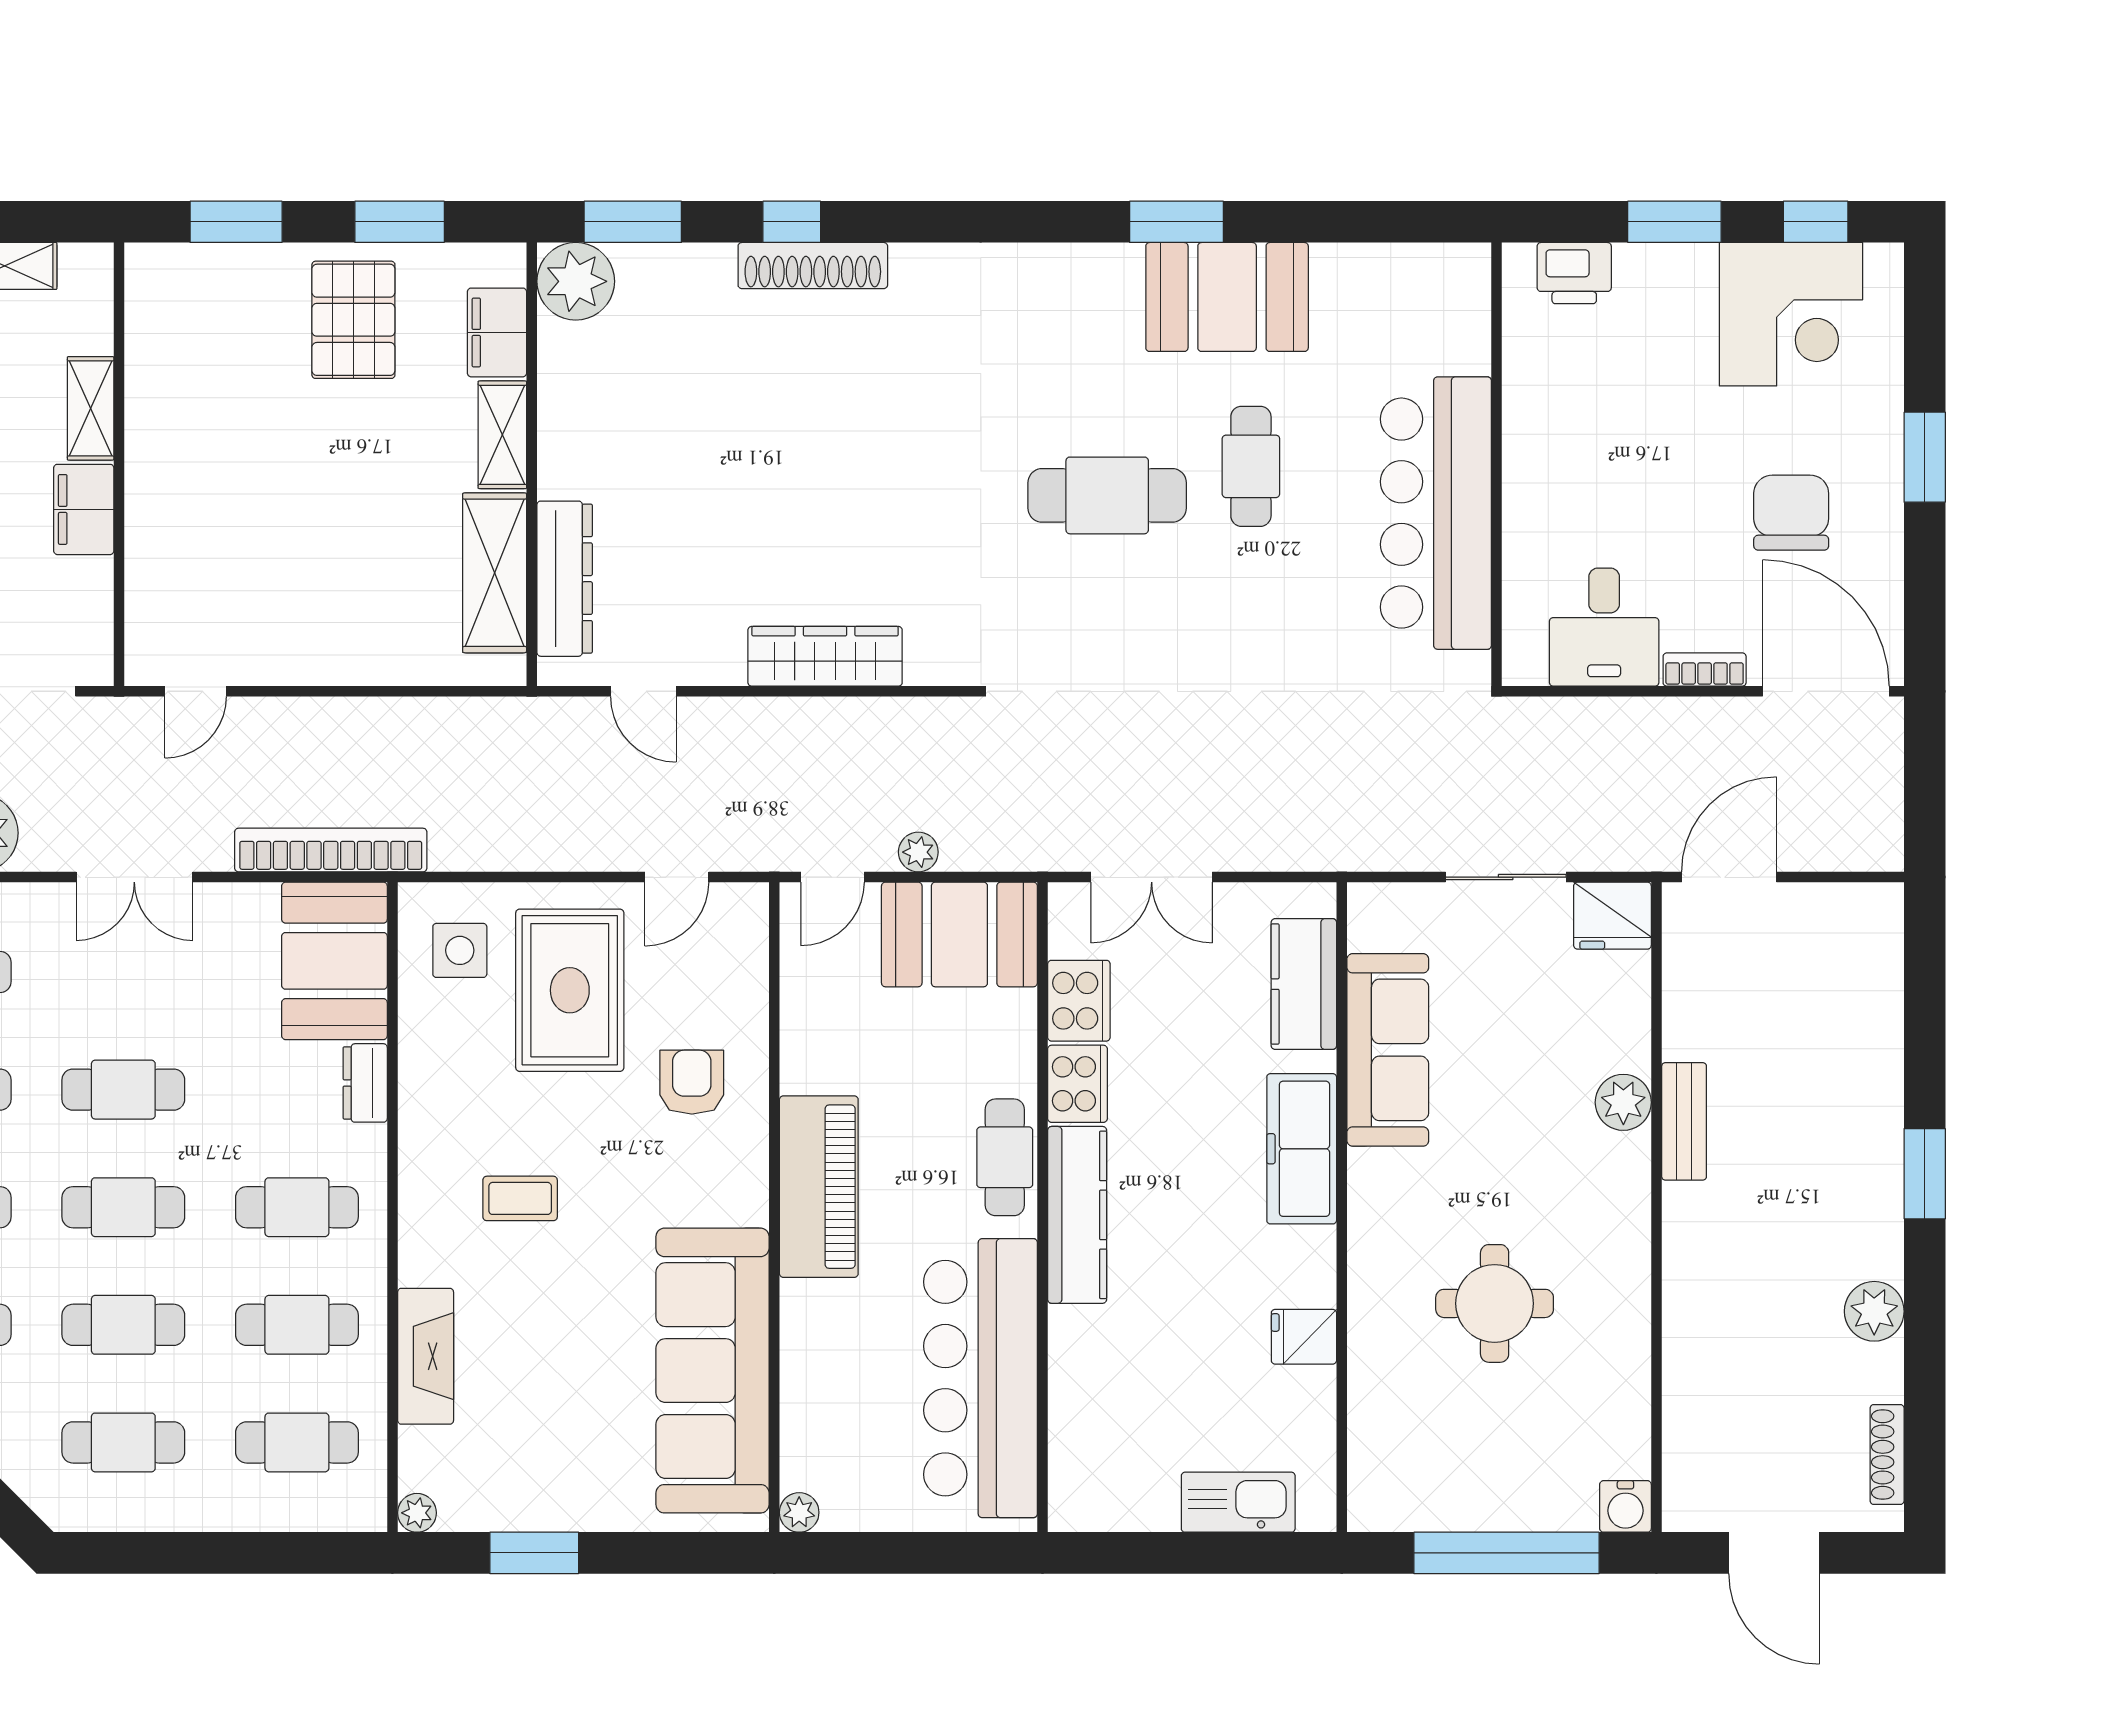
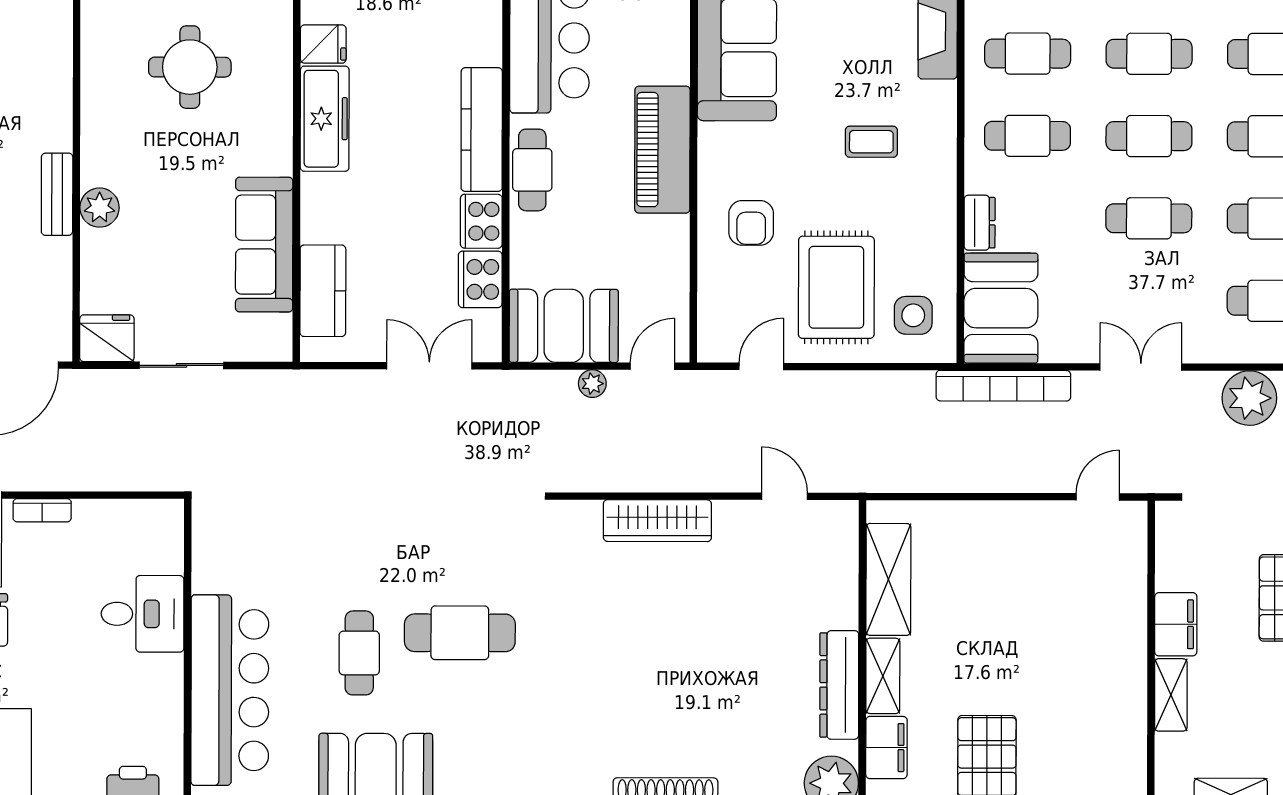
bar counter: (1436, 513) -> (230, 690), moved
dresser: (565, 579) -> (839, 685), moved
desk: (1604, 627) -> (143, 614), moved, turned 90
freezer: (1302, 1149) -> (325, 119), moved

